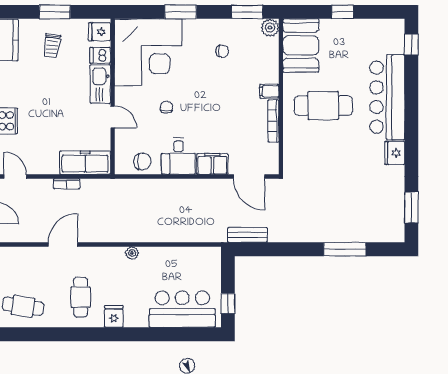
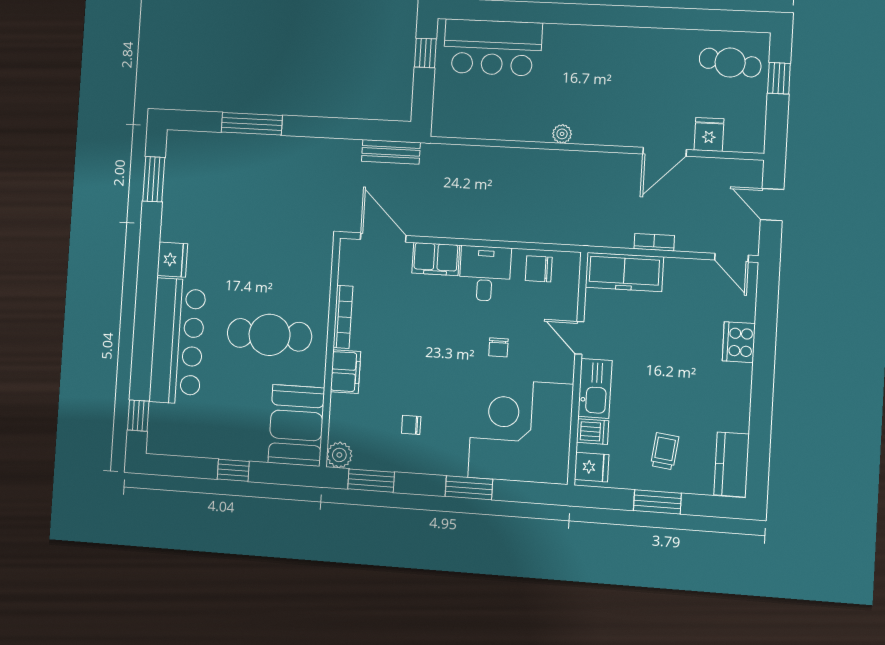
filing cabinet: (269, 91) -> (345, 372), width x2.00
cafe table: (81, 297) -> (642, 72), removed
fridge: (114, 316) -> (709, 134), moved, turned 180

